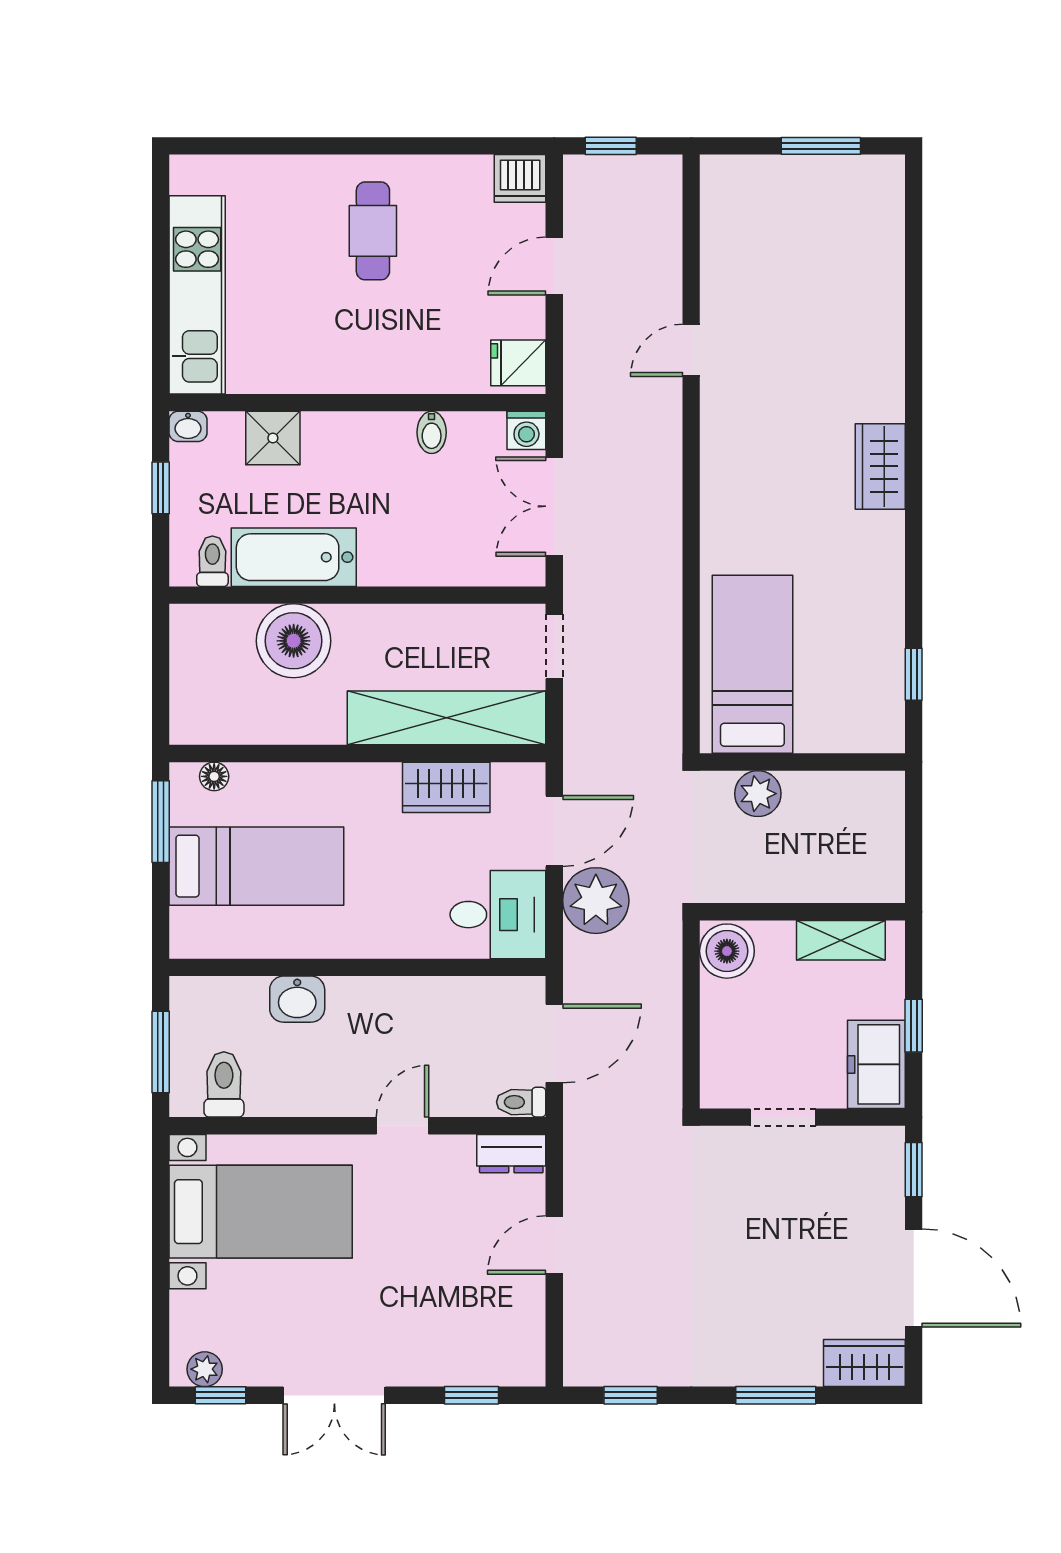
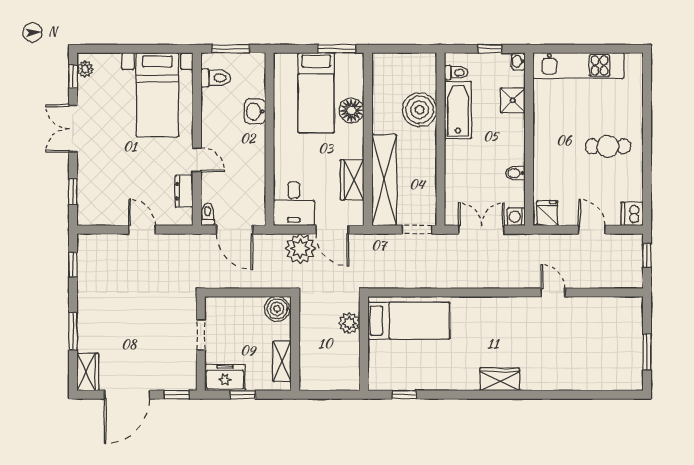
floor lamp: (214, 776) -> (351, 110), moved, width x1.89, depth x1.89
dresser: (511, 1154) -> (184, 191), moved

